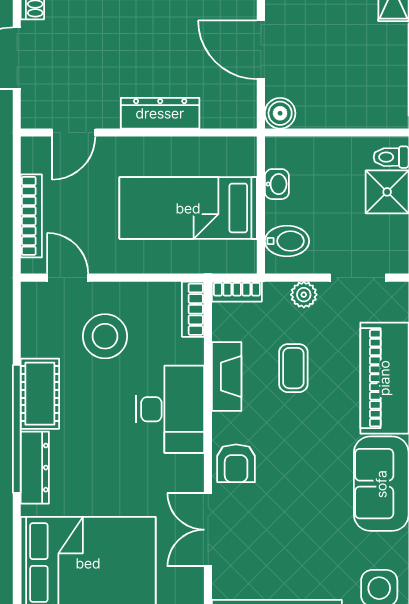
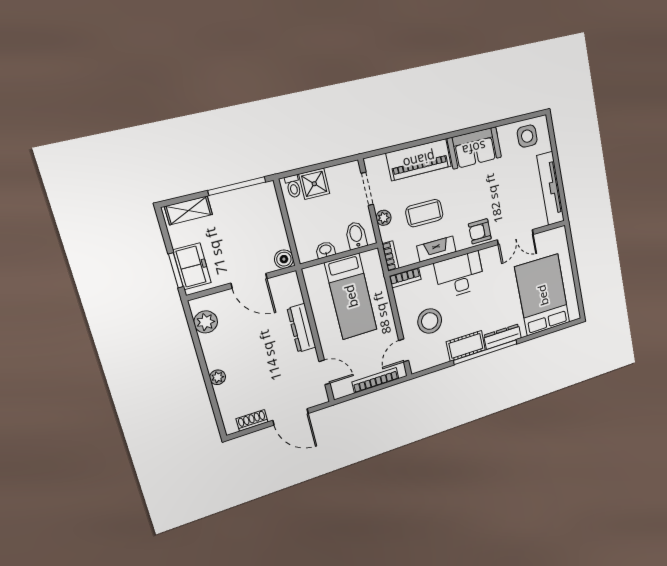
door: (261, 50) -> (249, 281), hinge flipped
coffee table: (293, 368) -> (424, 213), width x1.36, depth x1.30
armchair: (236, 463) -> (480, 231), turned 180

